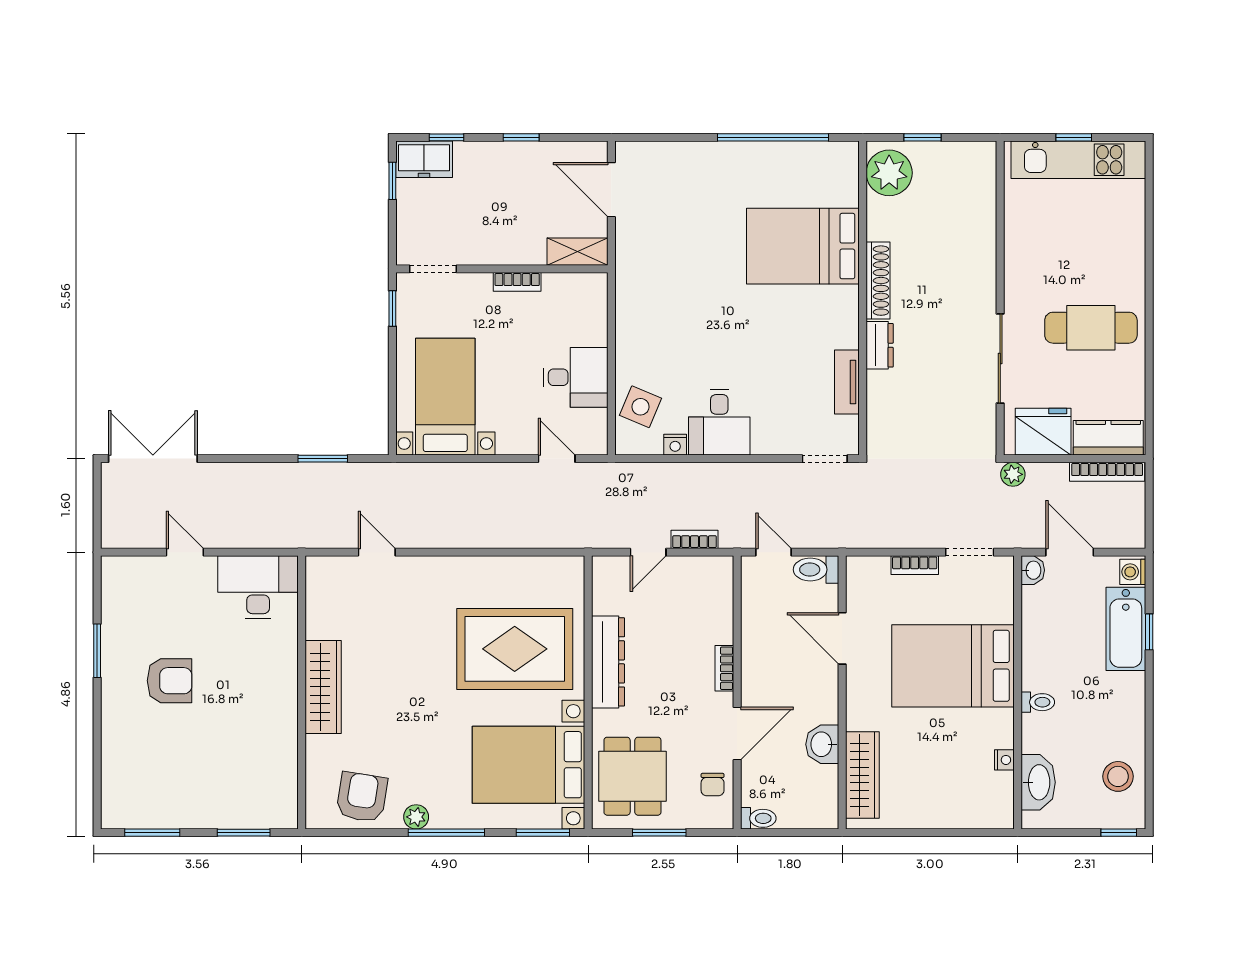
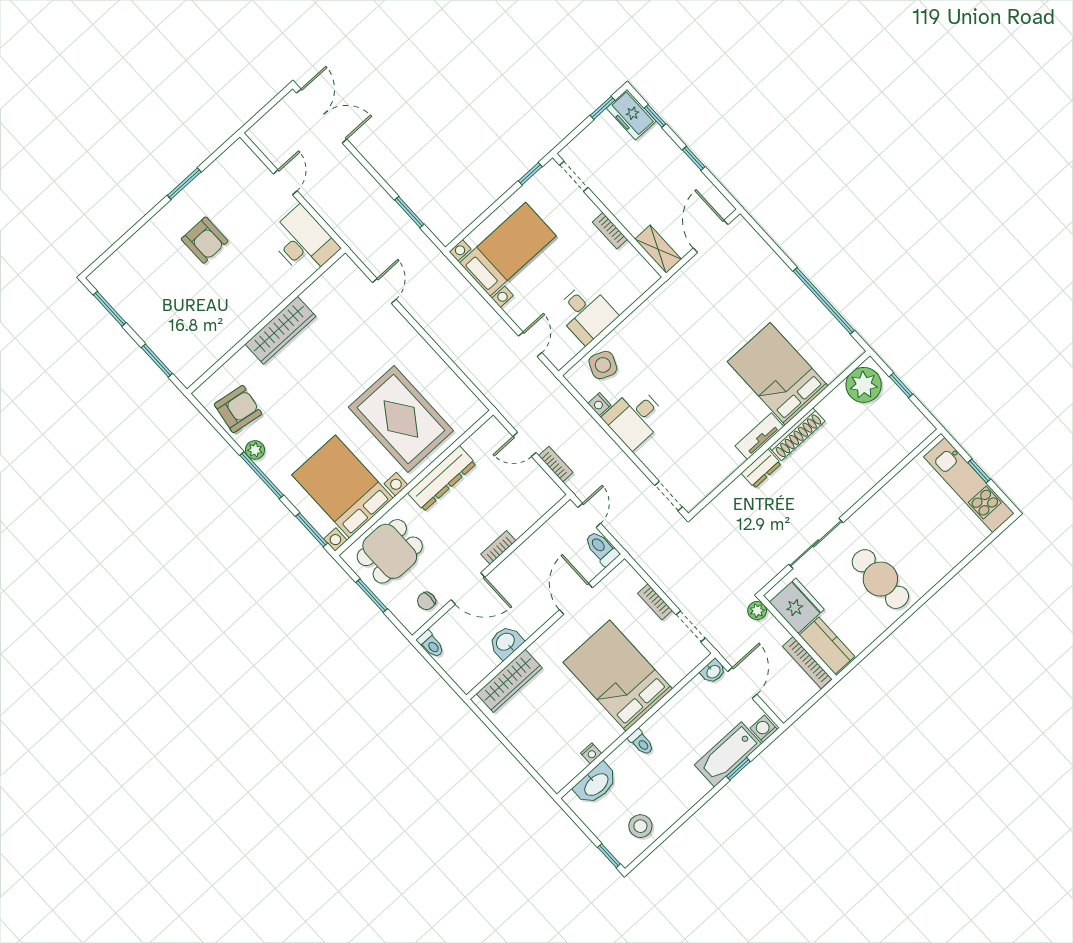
tv unit: (847, 382) -> (759, 436), moved

